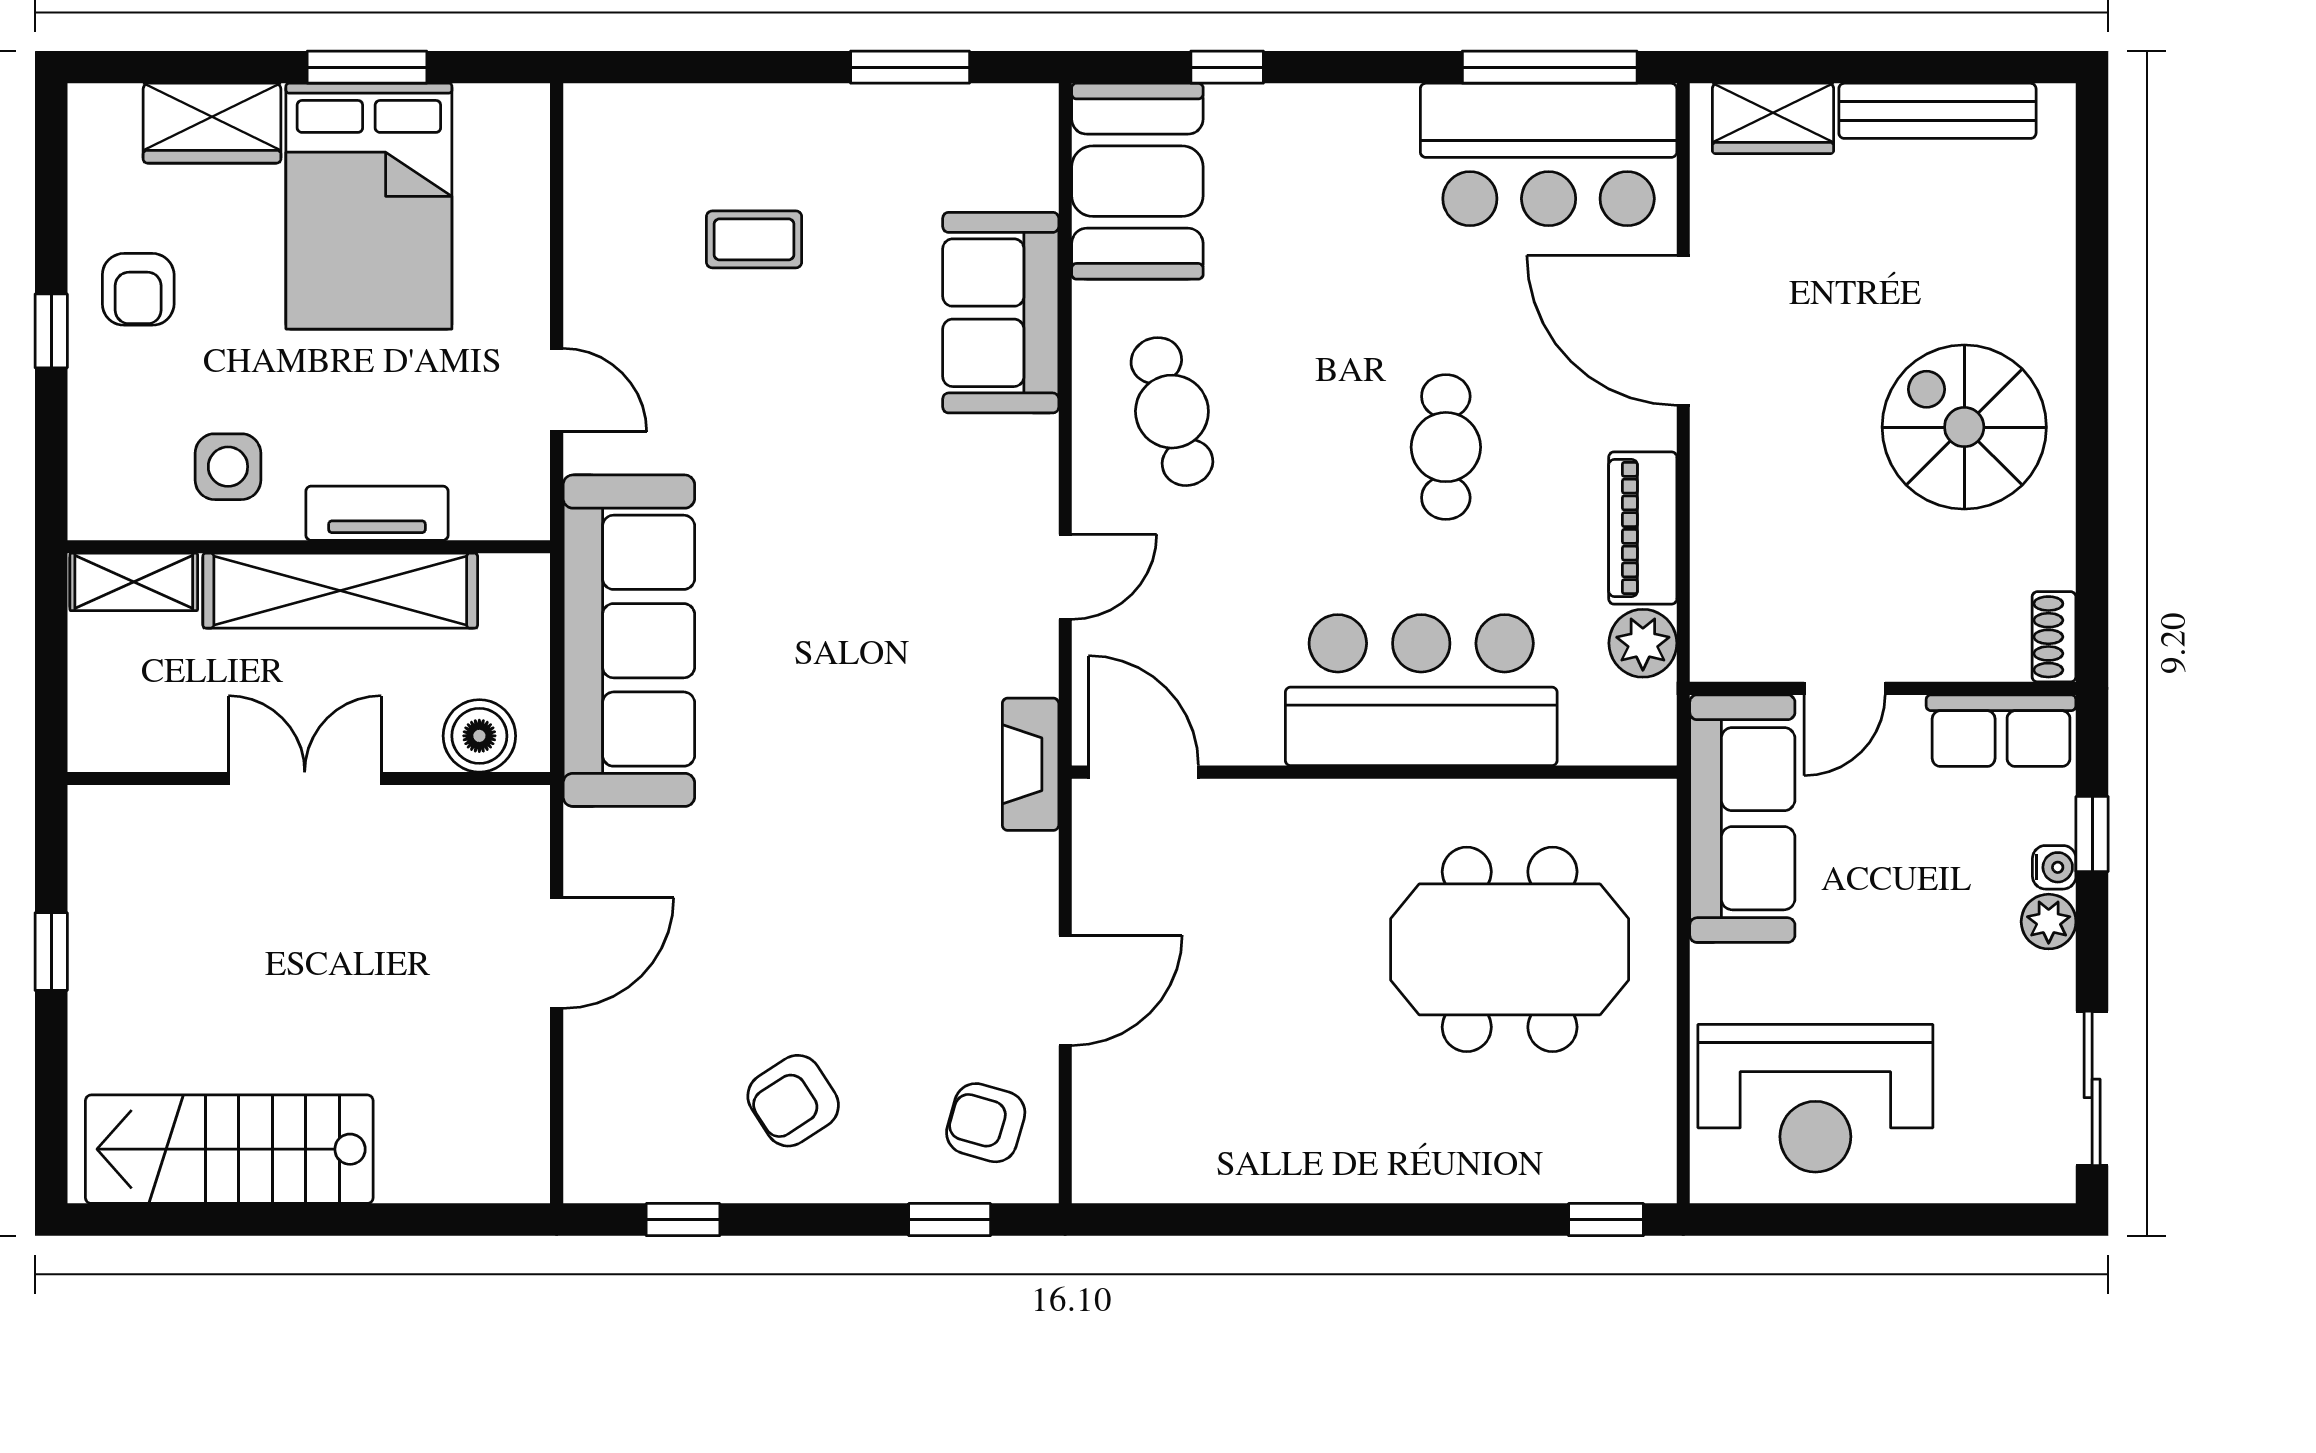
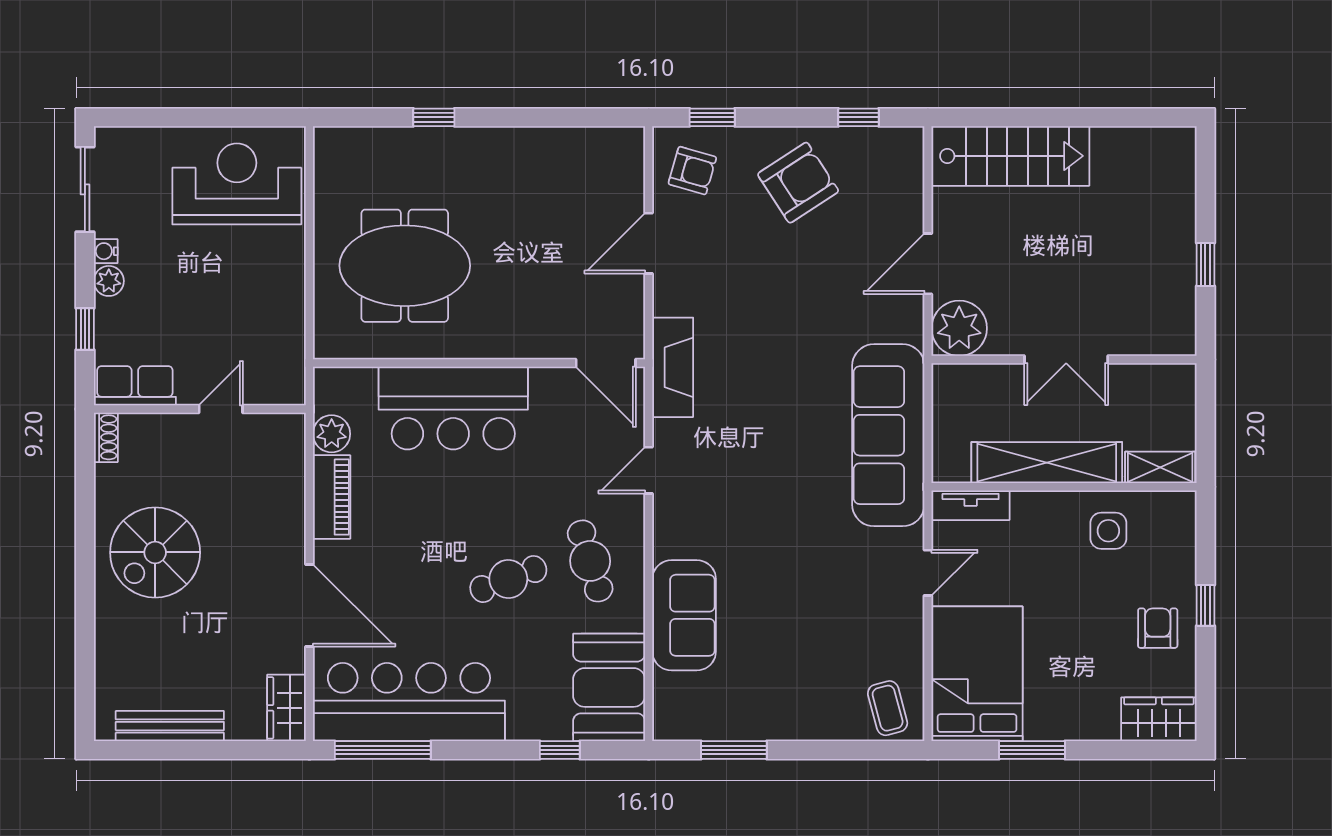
wardrobe: (1773, 118) -> (287, 708), moved, turned -90
wardrobe: (212, 123) -> (1159, 719), moved
bar counter: (1549, 154) -> (409, 702), width x1.36
bed: (369, 206) -> (977, 674), moved
coffee table: (754, 239) -> (888, 708), moved, turned 75
door: (557, 390) -> (928, 573), swing flipped
spiral stairs: (1964, 427) -> (155, 552), turned 90
cafe table: (1446, 447) -> (508, 579), moved, turned 69
tv unit: (377, 513) -> (971, 505), moved
boiler: (479, 736) -> (970, 383), removed
fireplace: (1031, 764) -> (673, 367), width x1.37, depth x1.32
sofa: (1742, 819) -> (277, 337), removed
plant: (500, 835) -> (959, 328), added
water cooler: (2054, 867) -> (106, 251), moved
armchair: (793, 1101) -> (798, 183), width x1.38, depth x1.38
stairs: (229, 1149) -> (1010, 156), moved
window: (1606, 1220) -> (434, 117), moved

